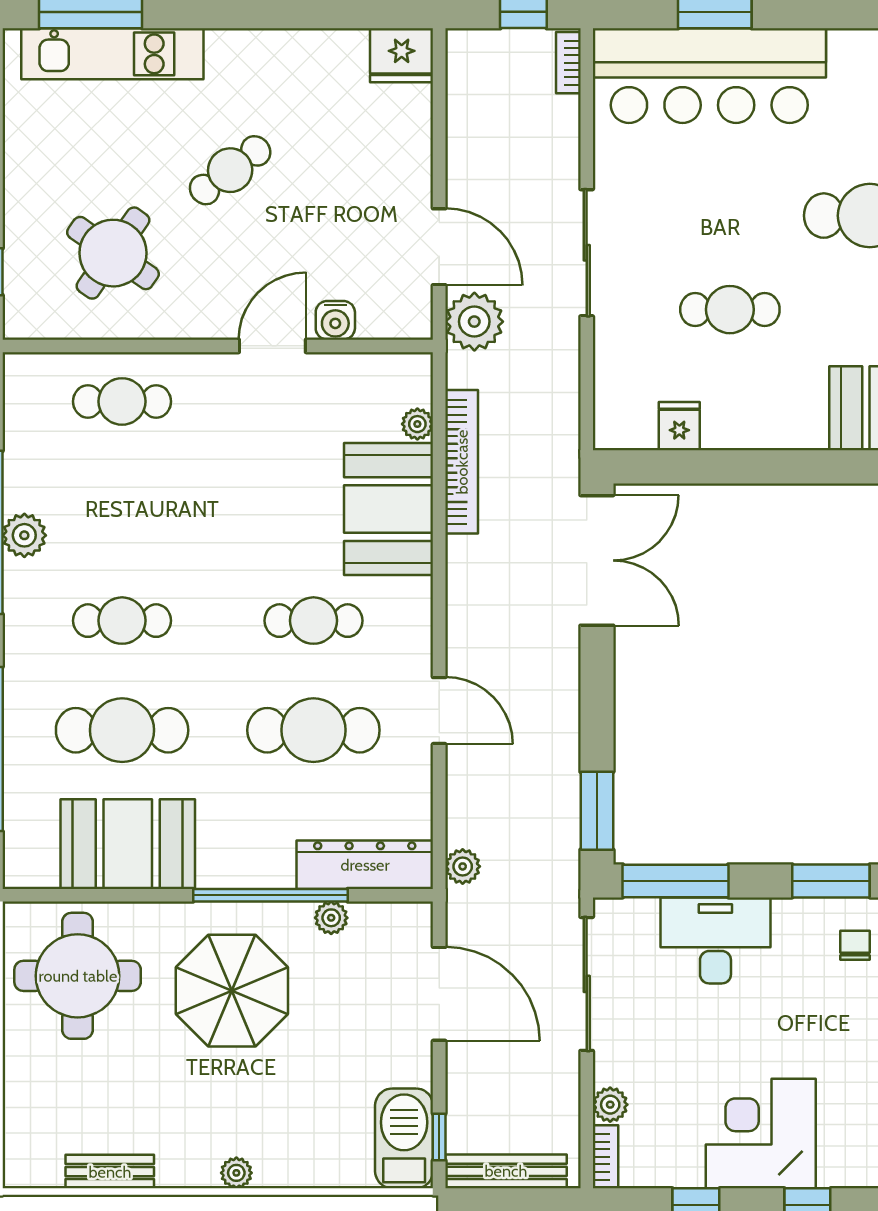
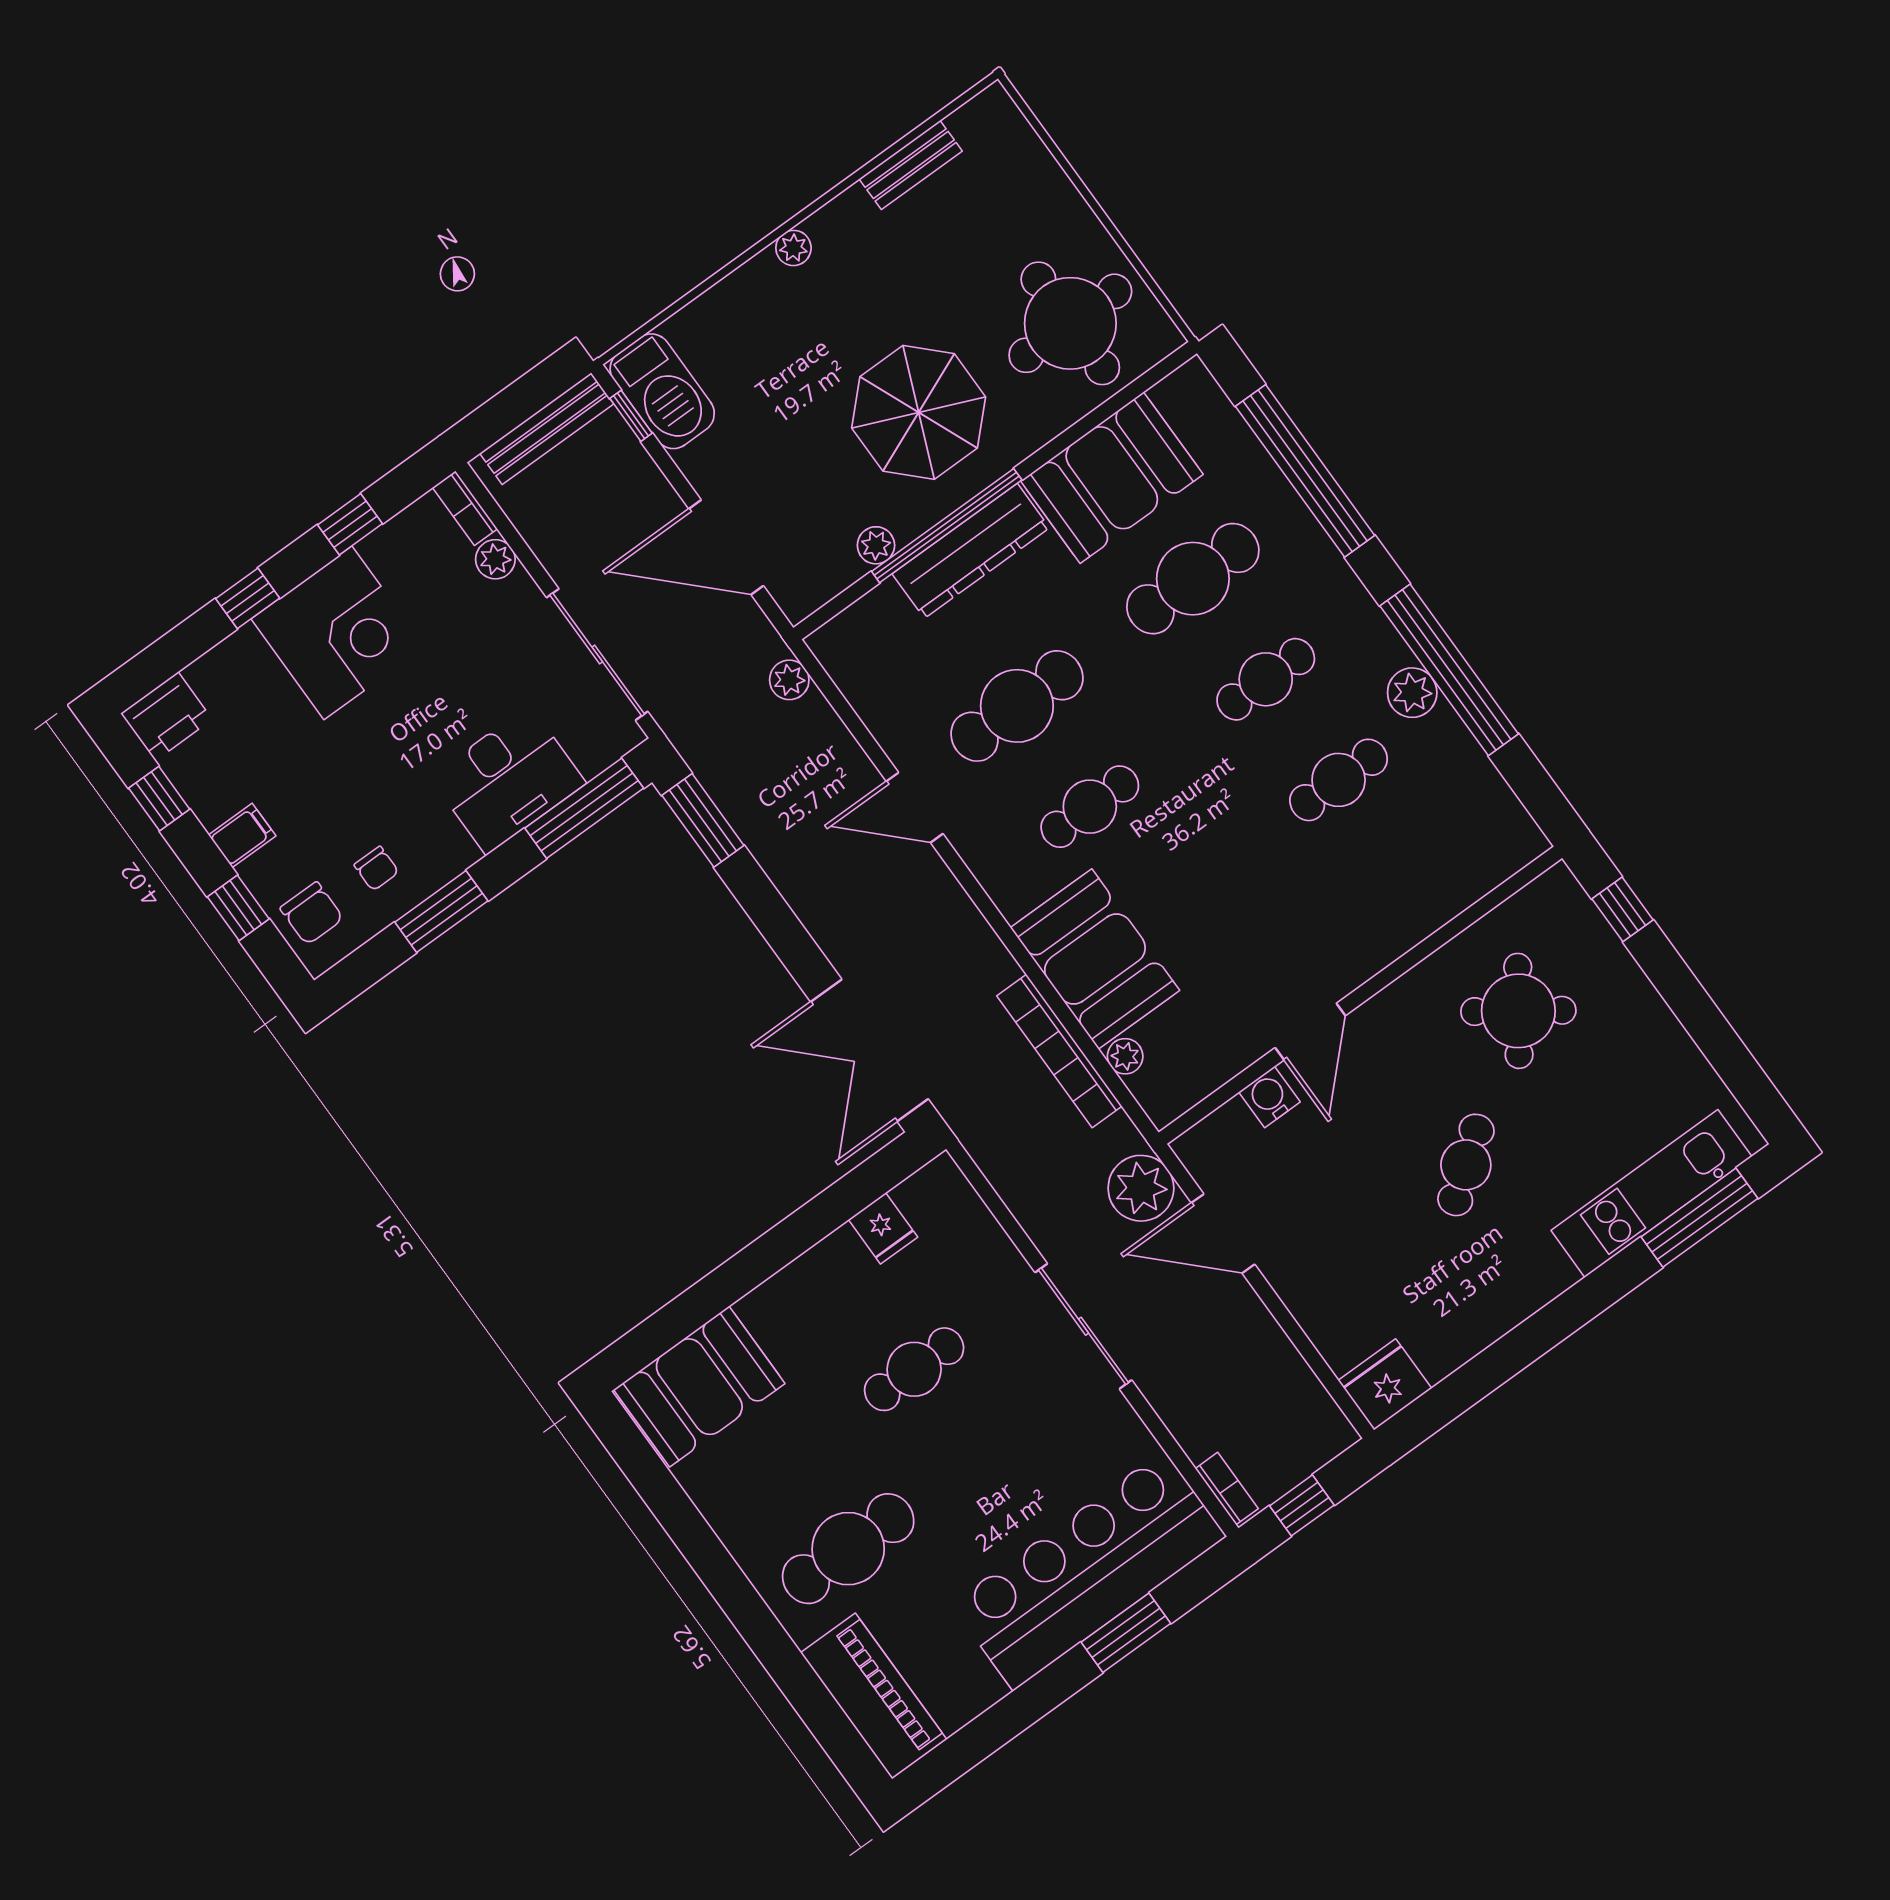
cafe table: (122, 401) -> (1339, 780), moved
dresser: (365, 865) -> (971, 551), moved

